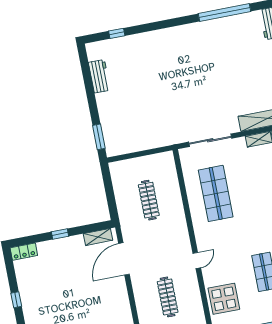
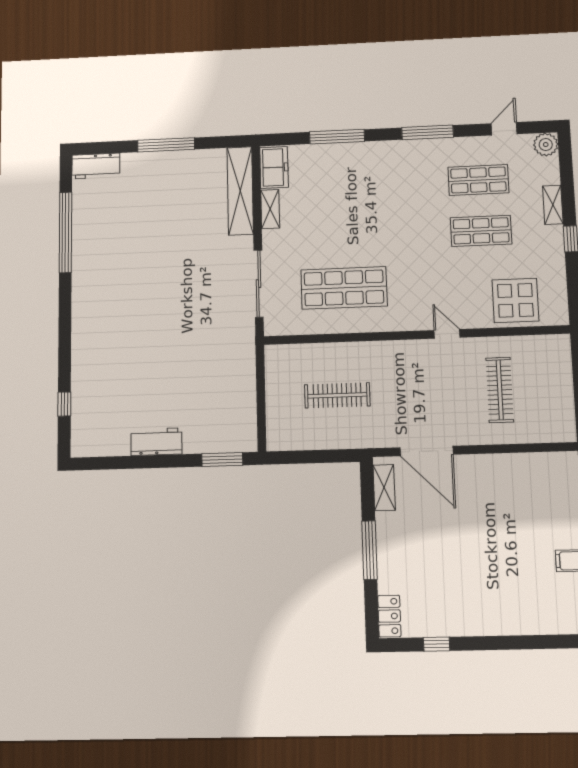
workbench: (99, 76) -> (156, 442), moved
window: (60, 234) -> (369, 550), width x2.17
clothes rail: (168, 297) -> (500, 390), turned 90
window: (16, 300) -> (437, 644), moved

